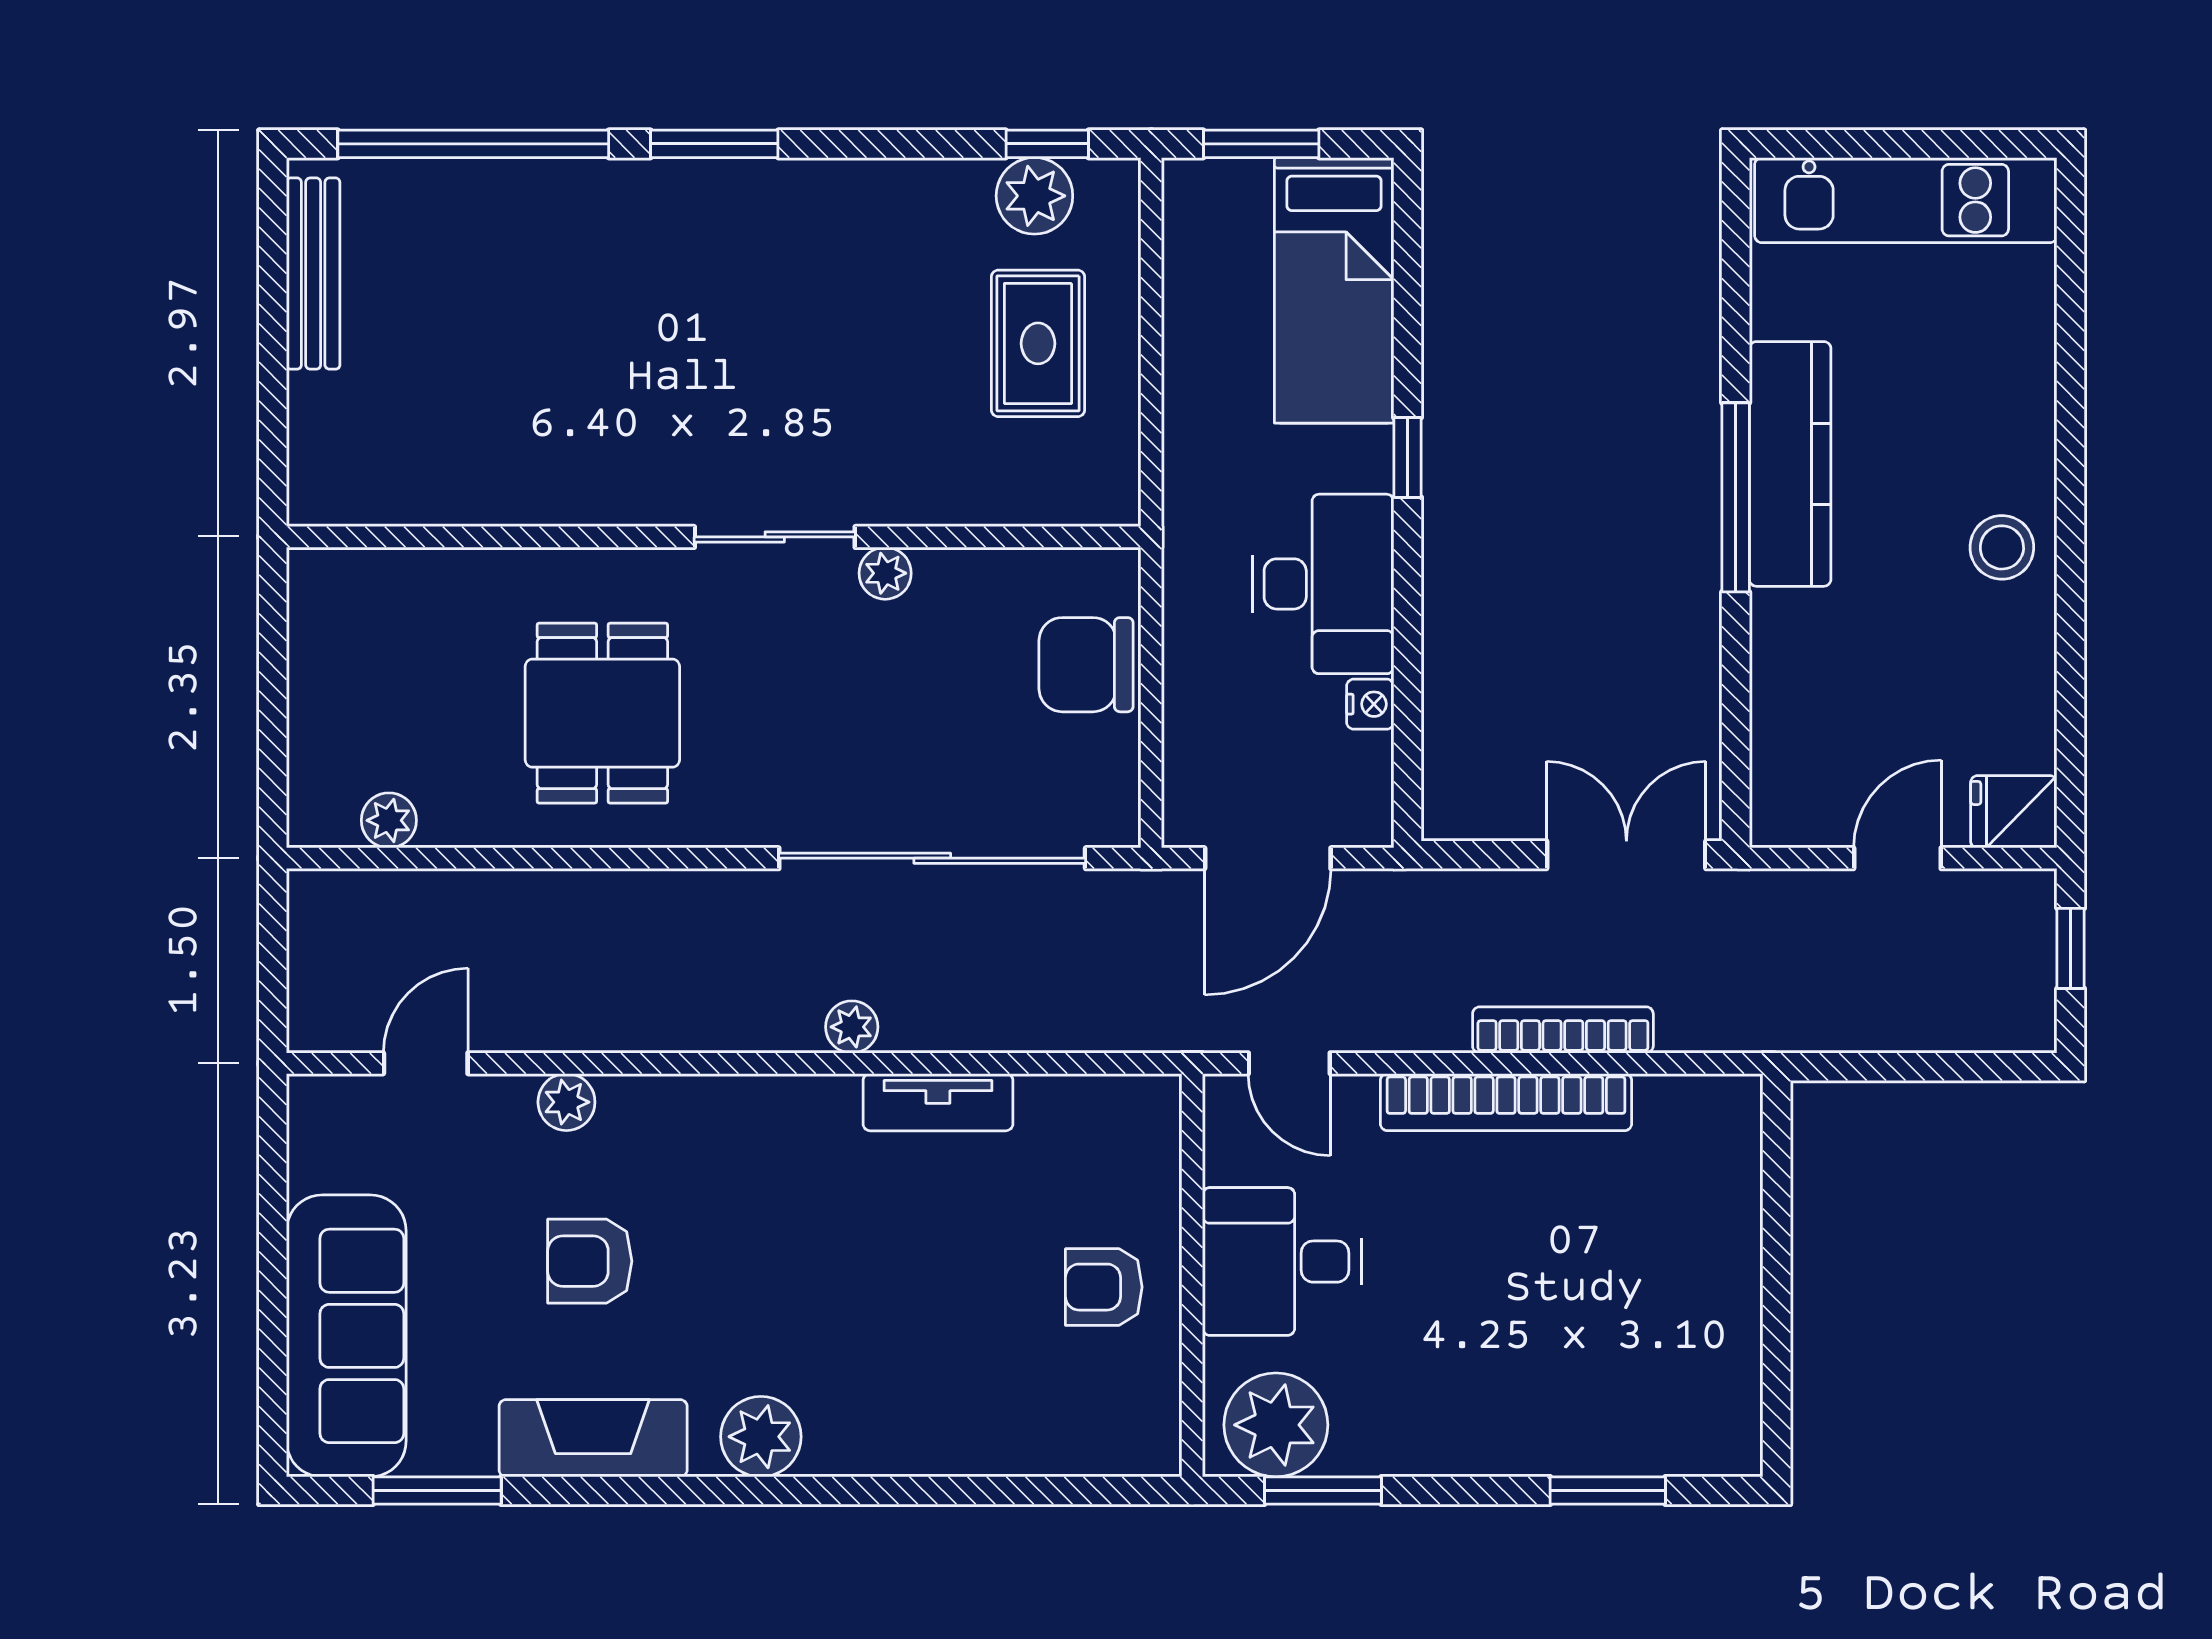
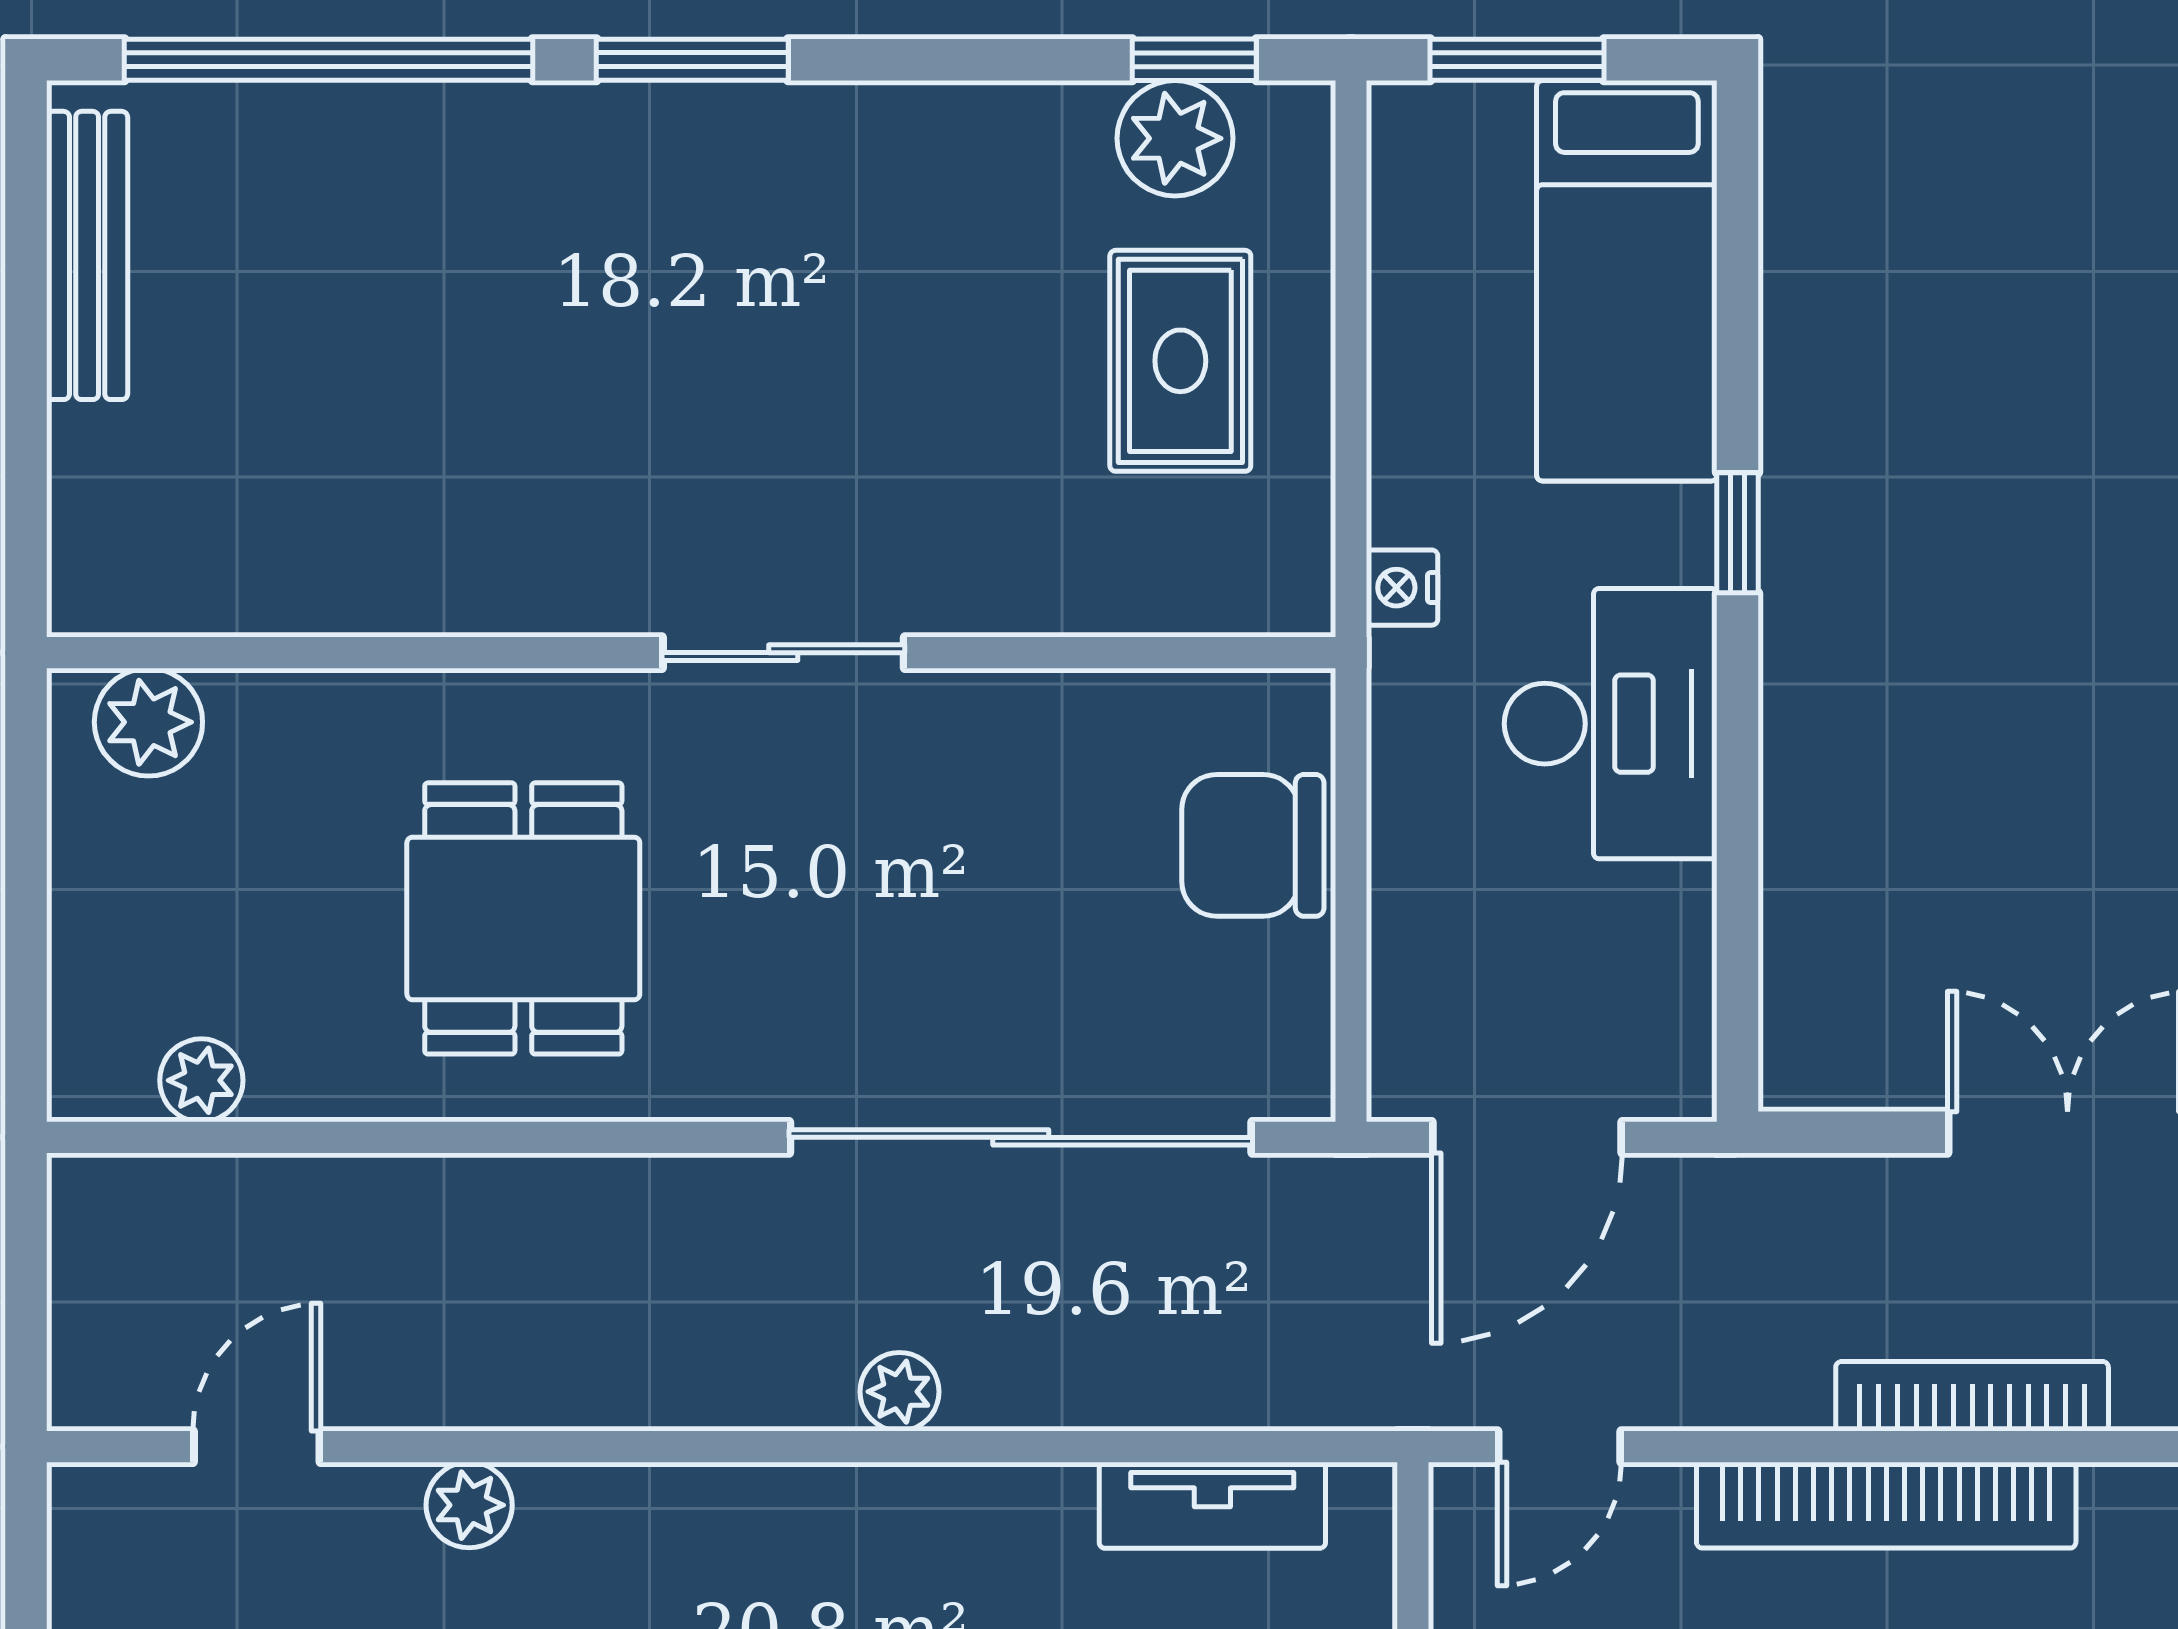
plant: (885, 573) -> (148, 722), moved, width x1.38, depth x1.38
nightstand: (1370, 704) -> (1402, 588), moved, turned 180
door: (1289, 1063) -> (1559, 1447), hinge flipped
tv unit: (938, 1102) -> (1212, 1505), moved

